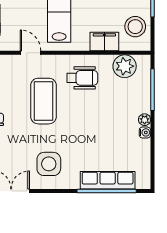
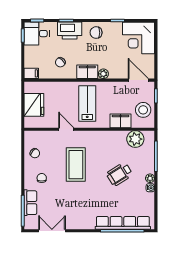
wheelchair: (82, 78) -> (119, 174), moved, turned 148
side table: (49, 164) -> (80, 211), removed
row of seats: (108, 180) -> (123, 223), width x1.36

